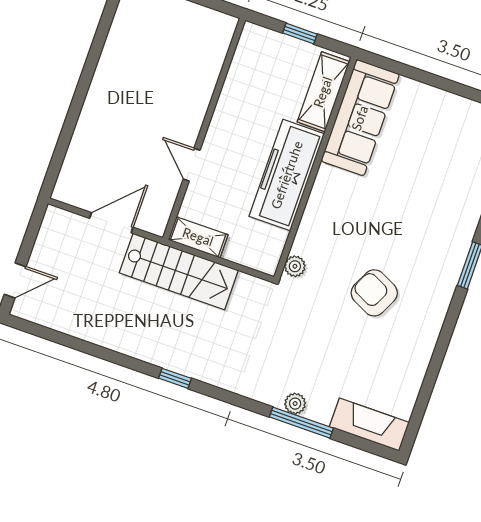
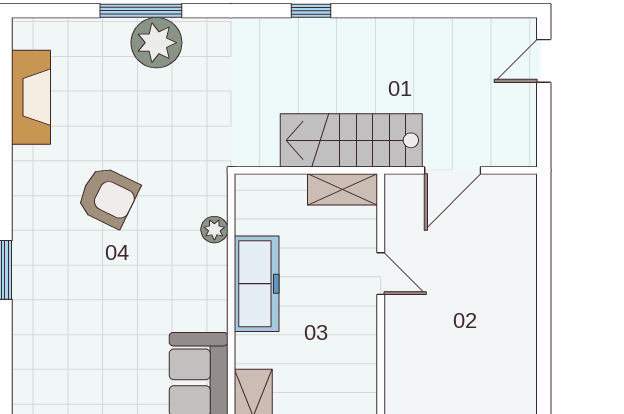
freezer: (287, 175) -> (257, 284), width x0.73, depth x0.79
plant: (295, 266) -> (214, 230), moved
plant: (295, 404) -> (156, 43), width x1.87, depth x1.87
fireplace: (369, 425) -> (31, 97), moved, turned -90

